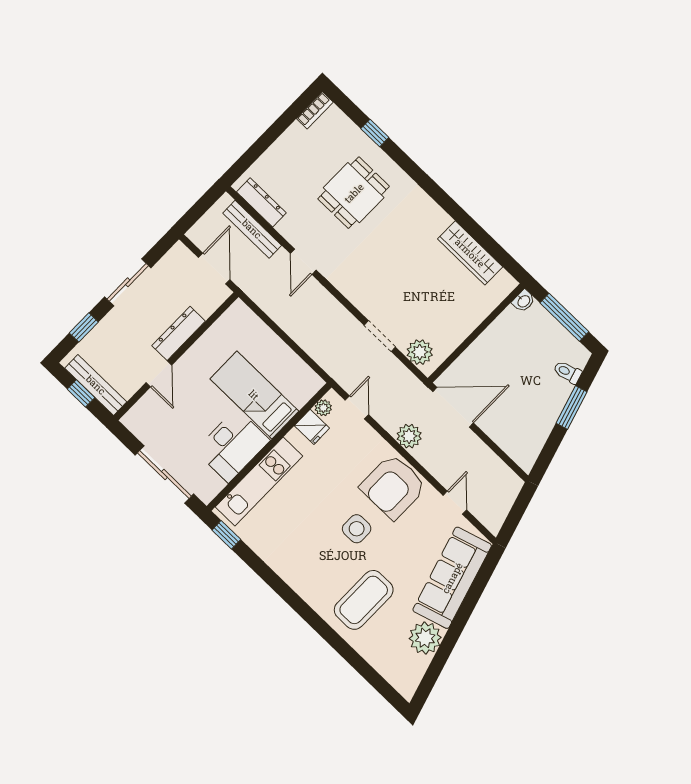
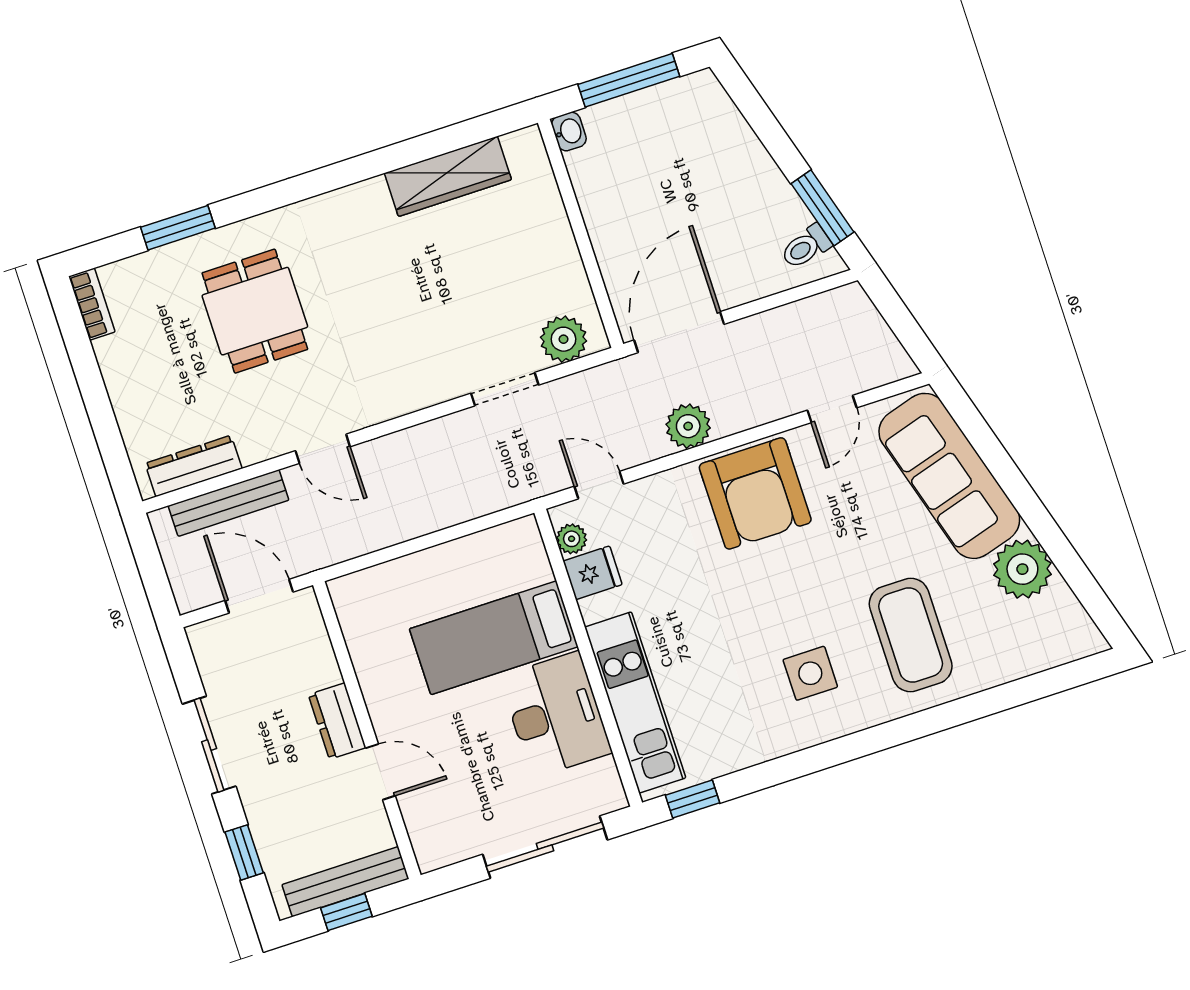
window: (375, 133) -> (178, 228), width x1.50
dresser: (179, 333) -> (337, 721), width x0.70
toilet: (567, 372) -> (806, 247), moved
window: (572, 407) -> (822, 208), moved
door: (455, 503) -> (832, 409), swing flipped
side table: (357, 529) -> (810, 673), moved

